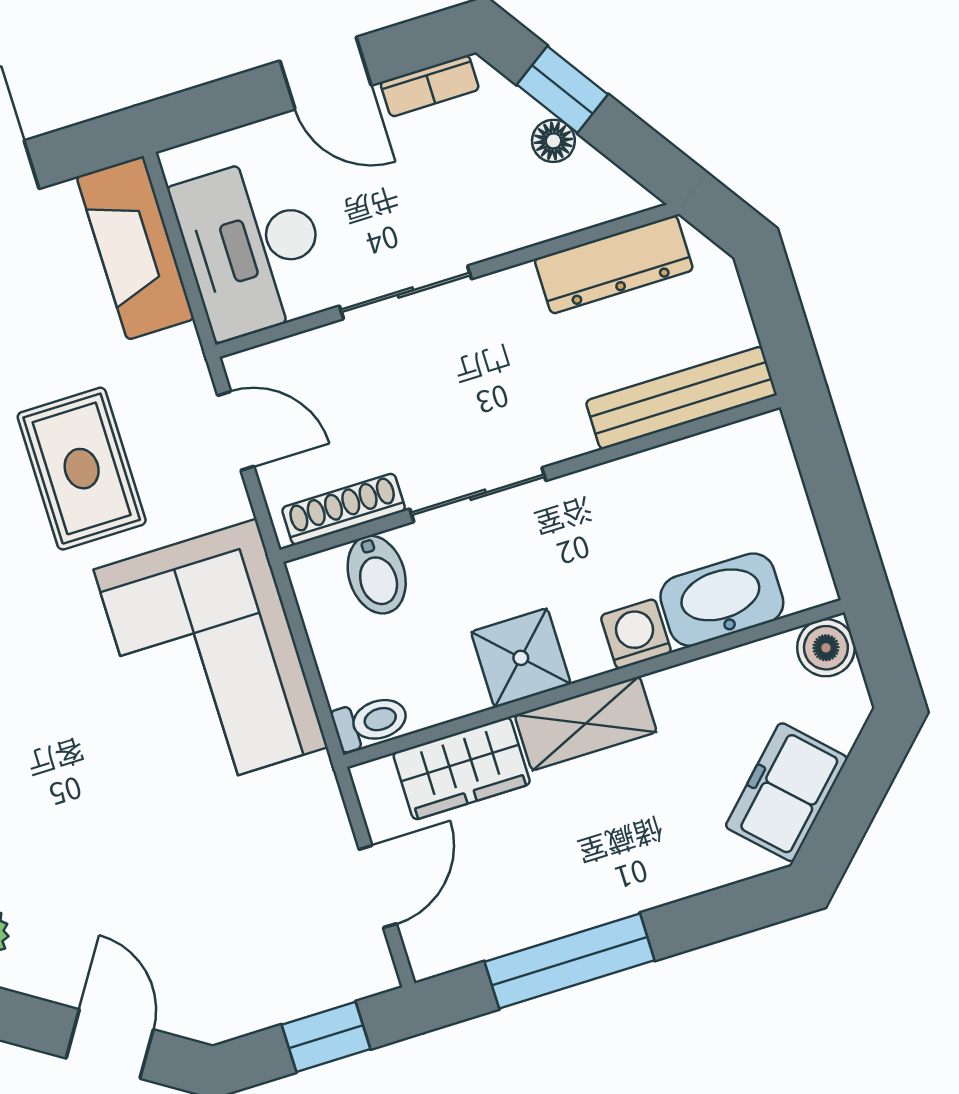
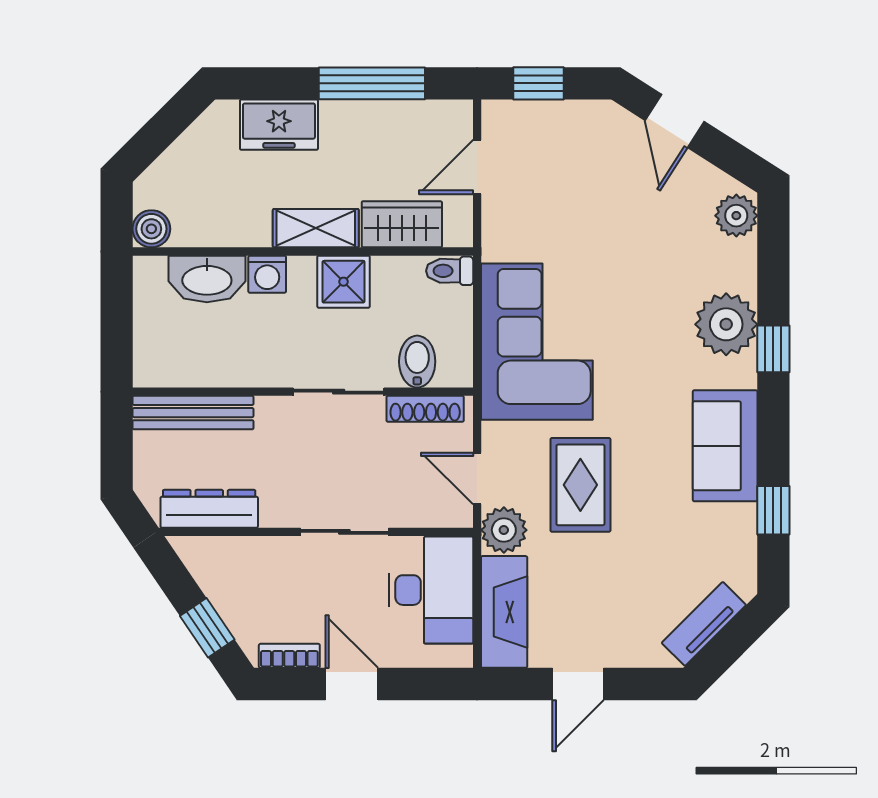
floor lamp: (553, 141) -> (223, 598), removed
plant: (173, 368) -> (504, 530), added
freezer: (786, 792) -> (279, 125), moved, turned 45

